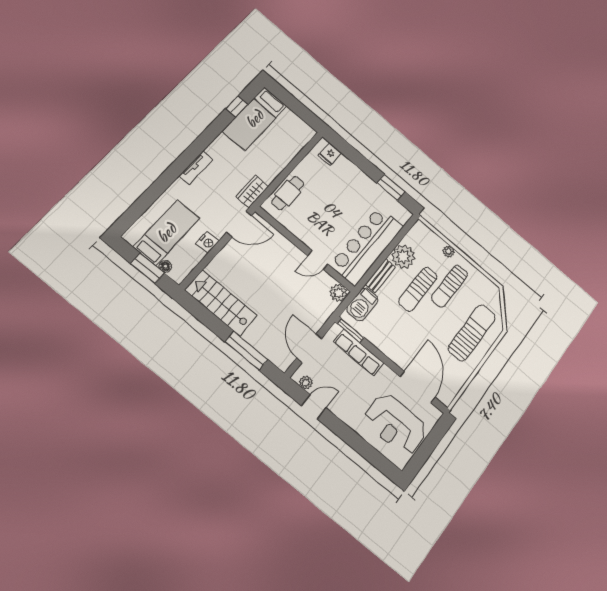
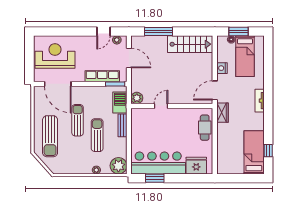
fridge: (330, 154) -> (196, 166), width x1.88, depth x1.34
bar counter: (367, 246) -> (158, 163), moved, turned -90
plant: (403, 257) -> (118, 166), moved
sun lounger: (450, 286) -> (78, 120), moved

